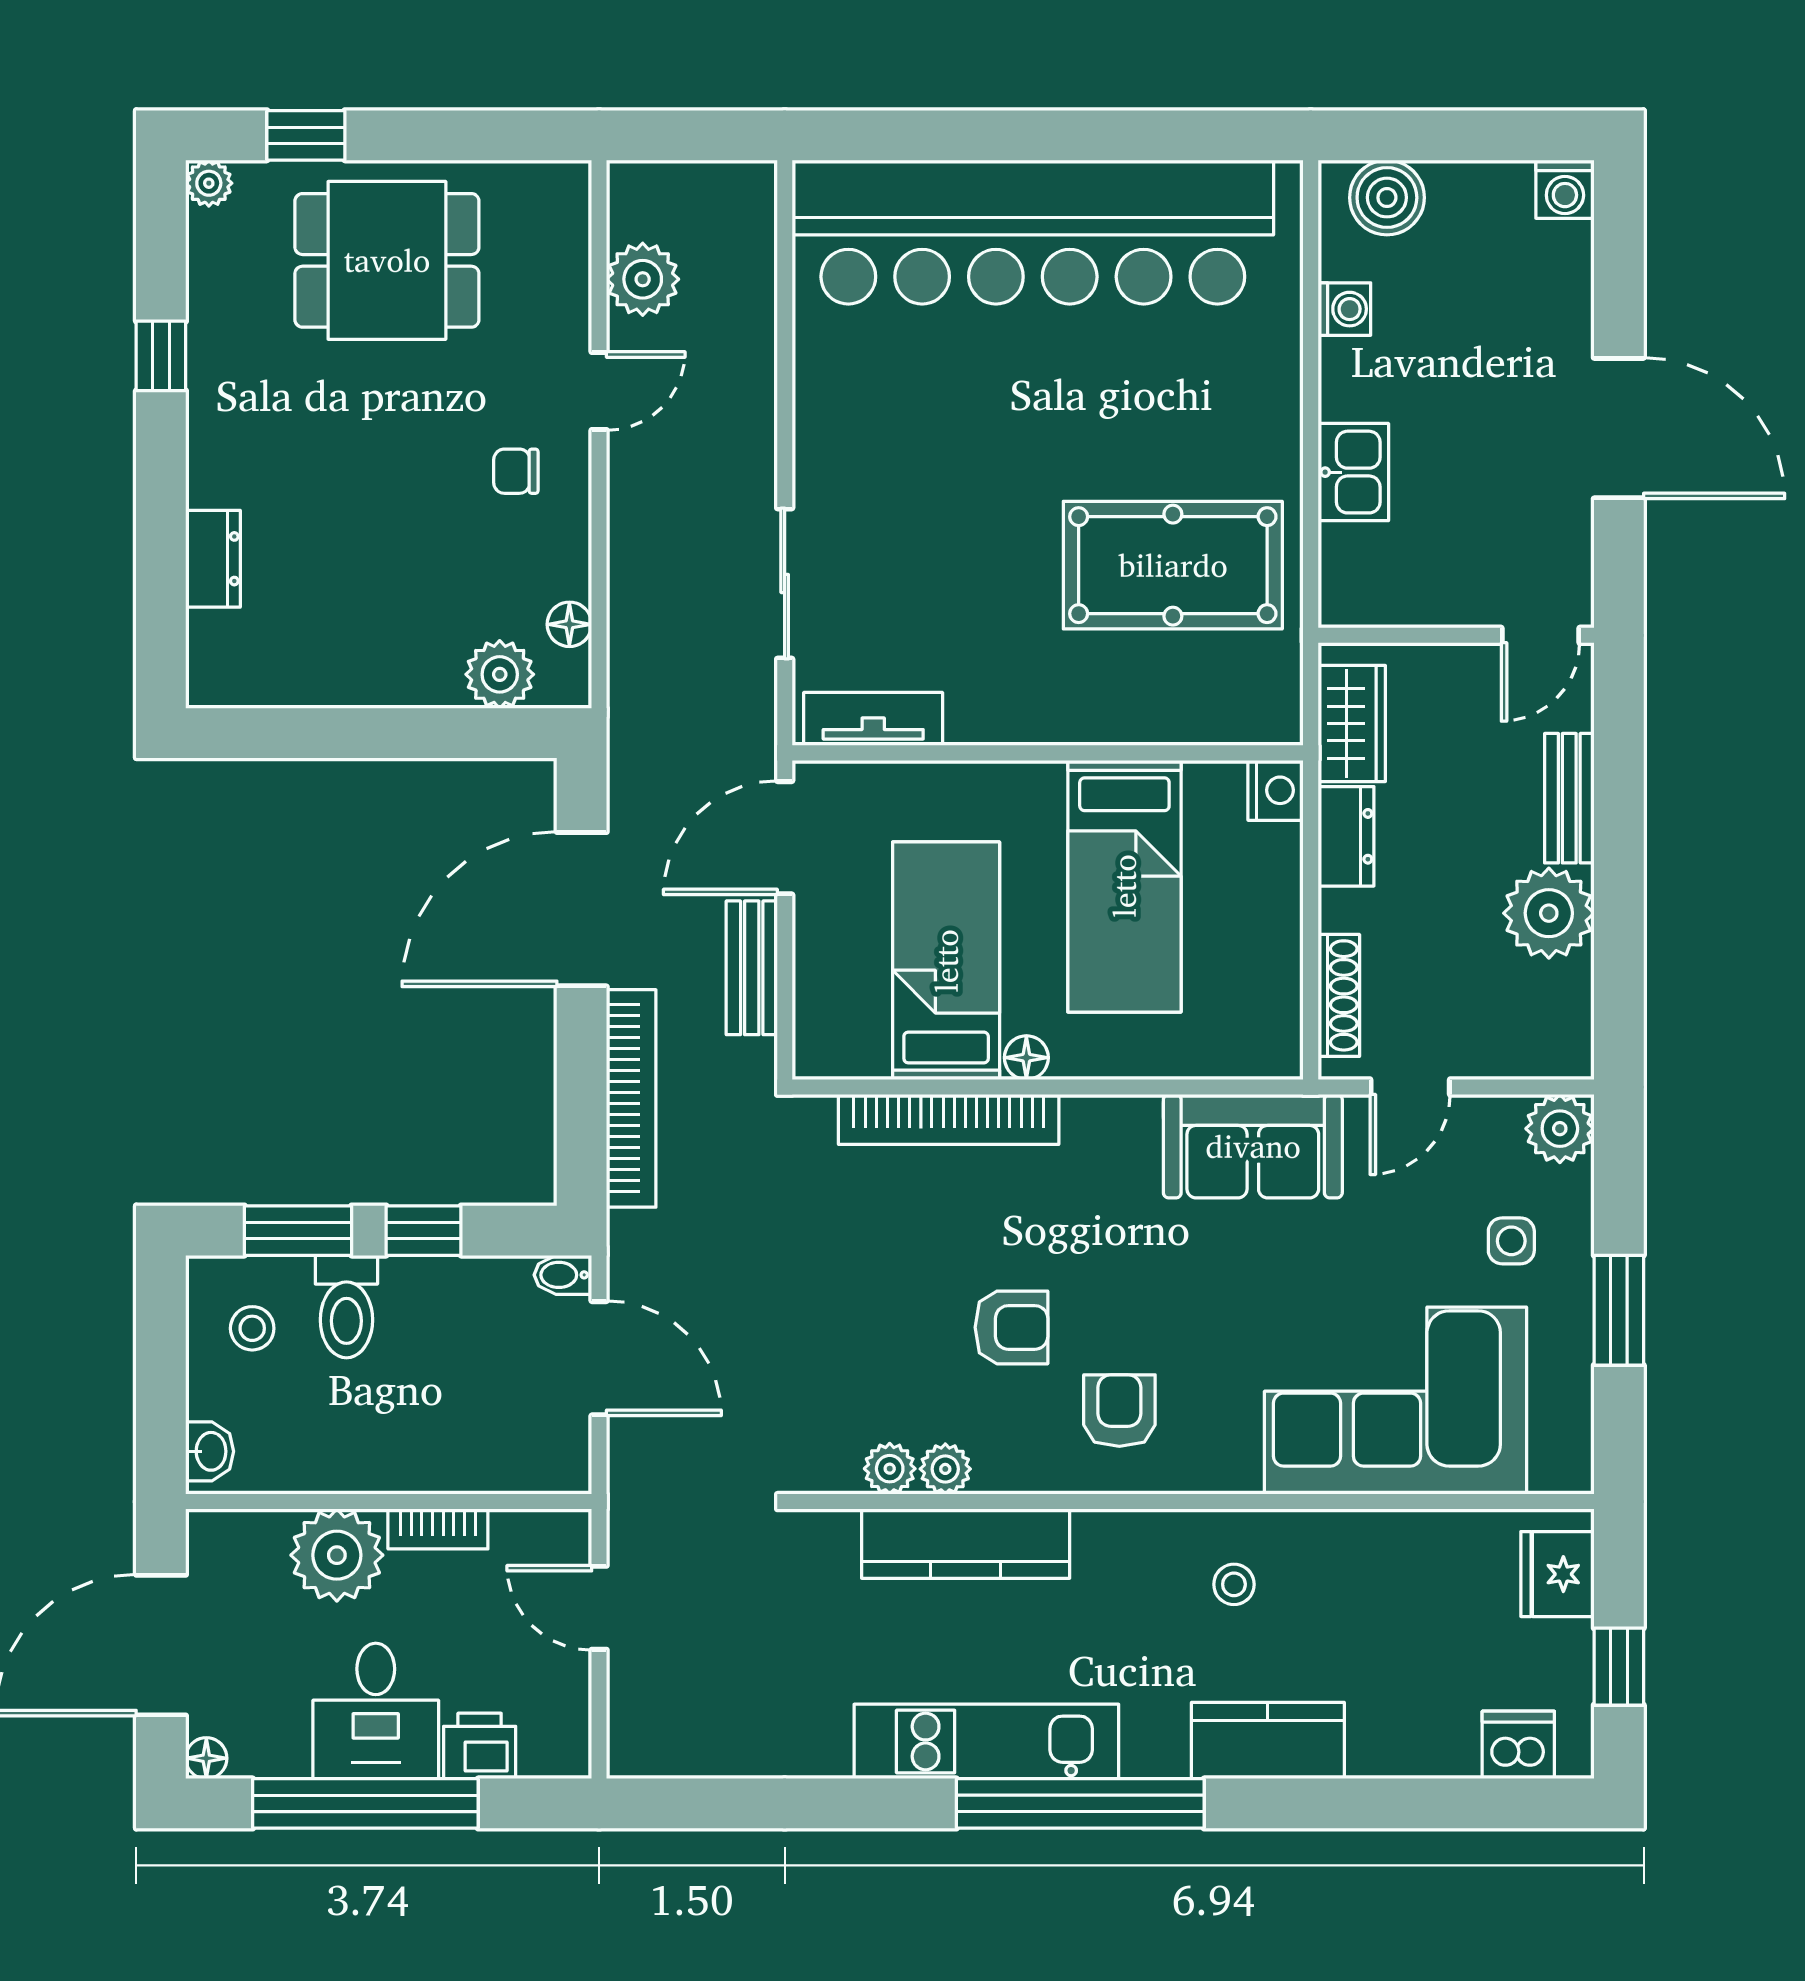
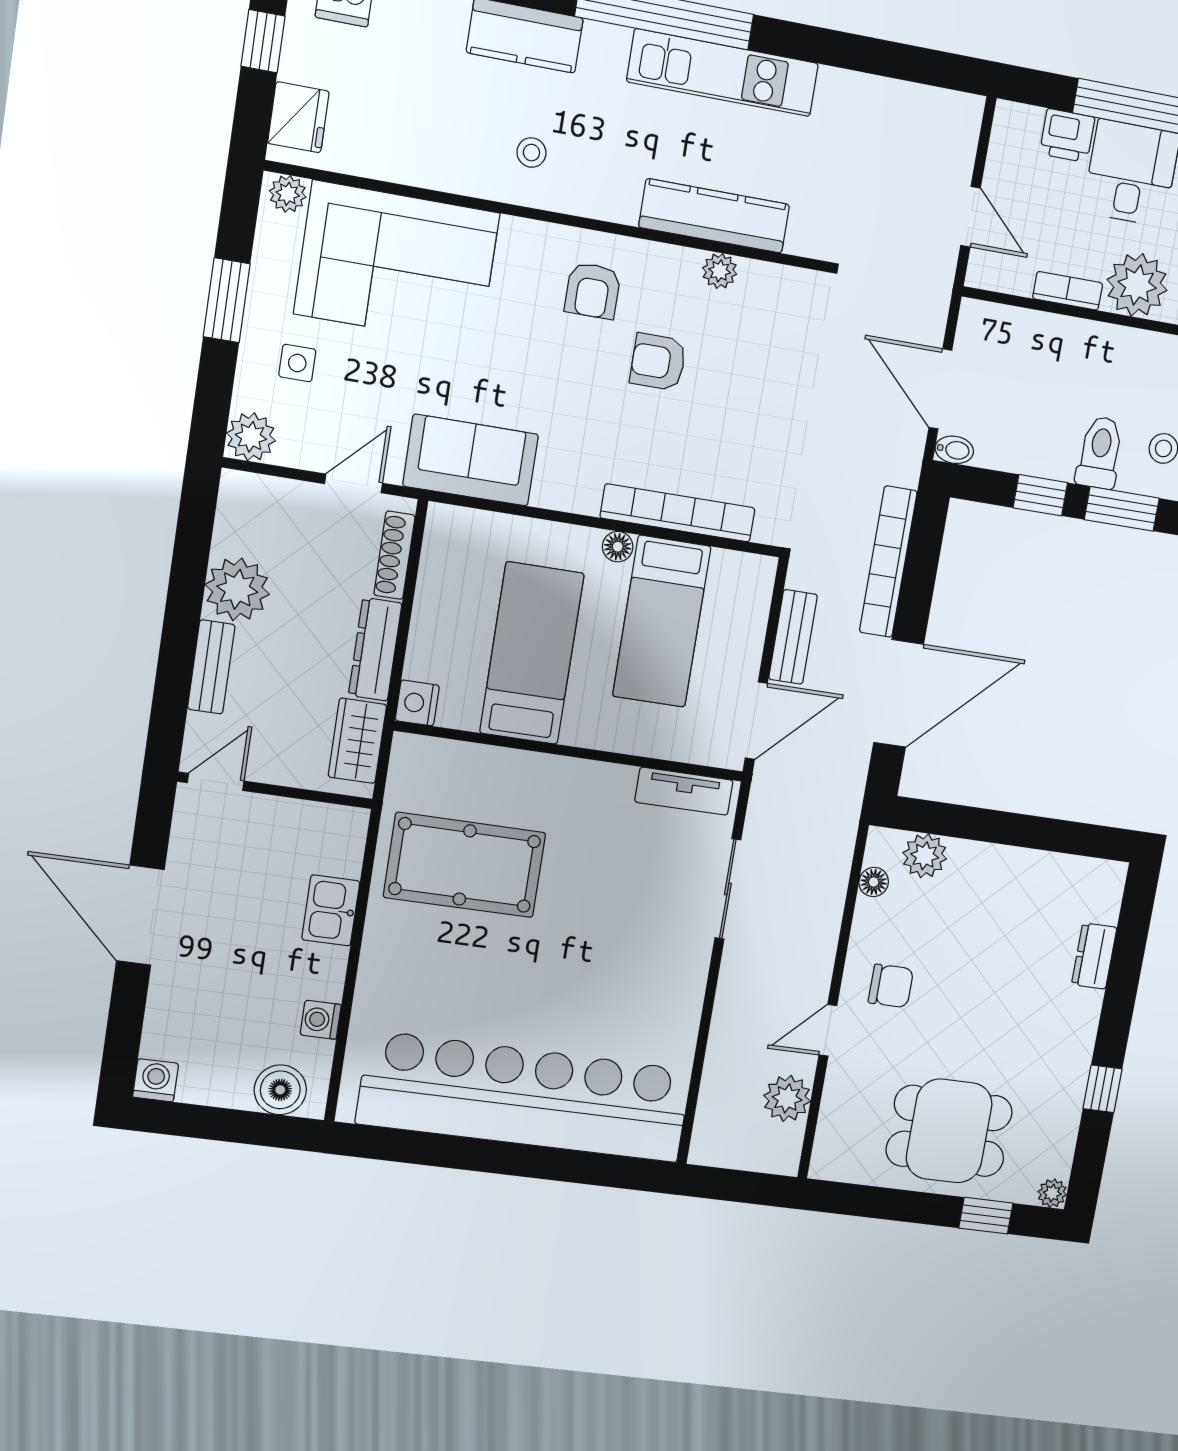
chair: (516, 471) -> (891, 986), width x1.37, depth x1.37
dresser: (1346, 836) -> (375, 649), width x1.44
plant: (890, 1469) -> (288, 194), moved

